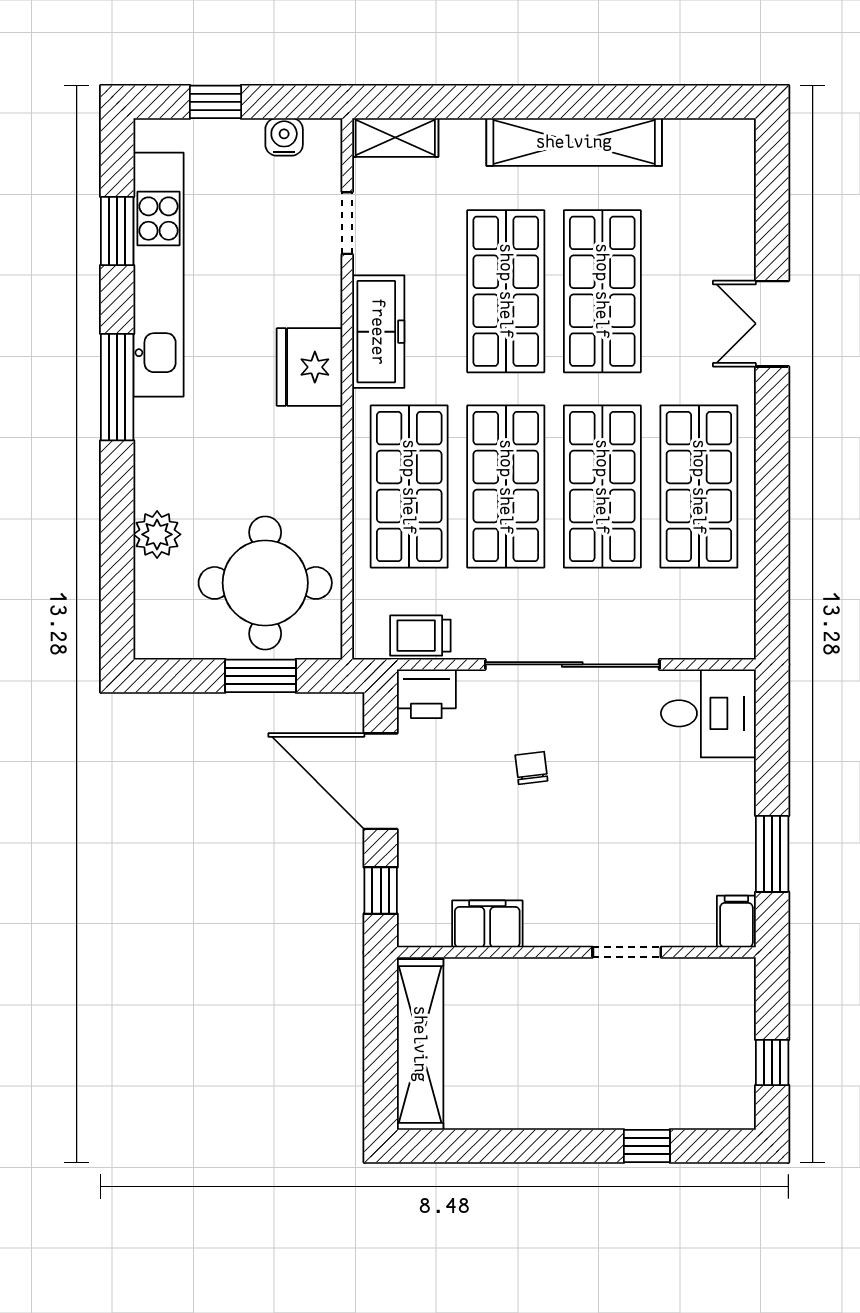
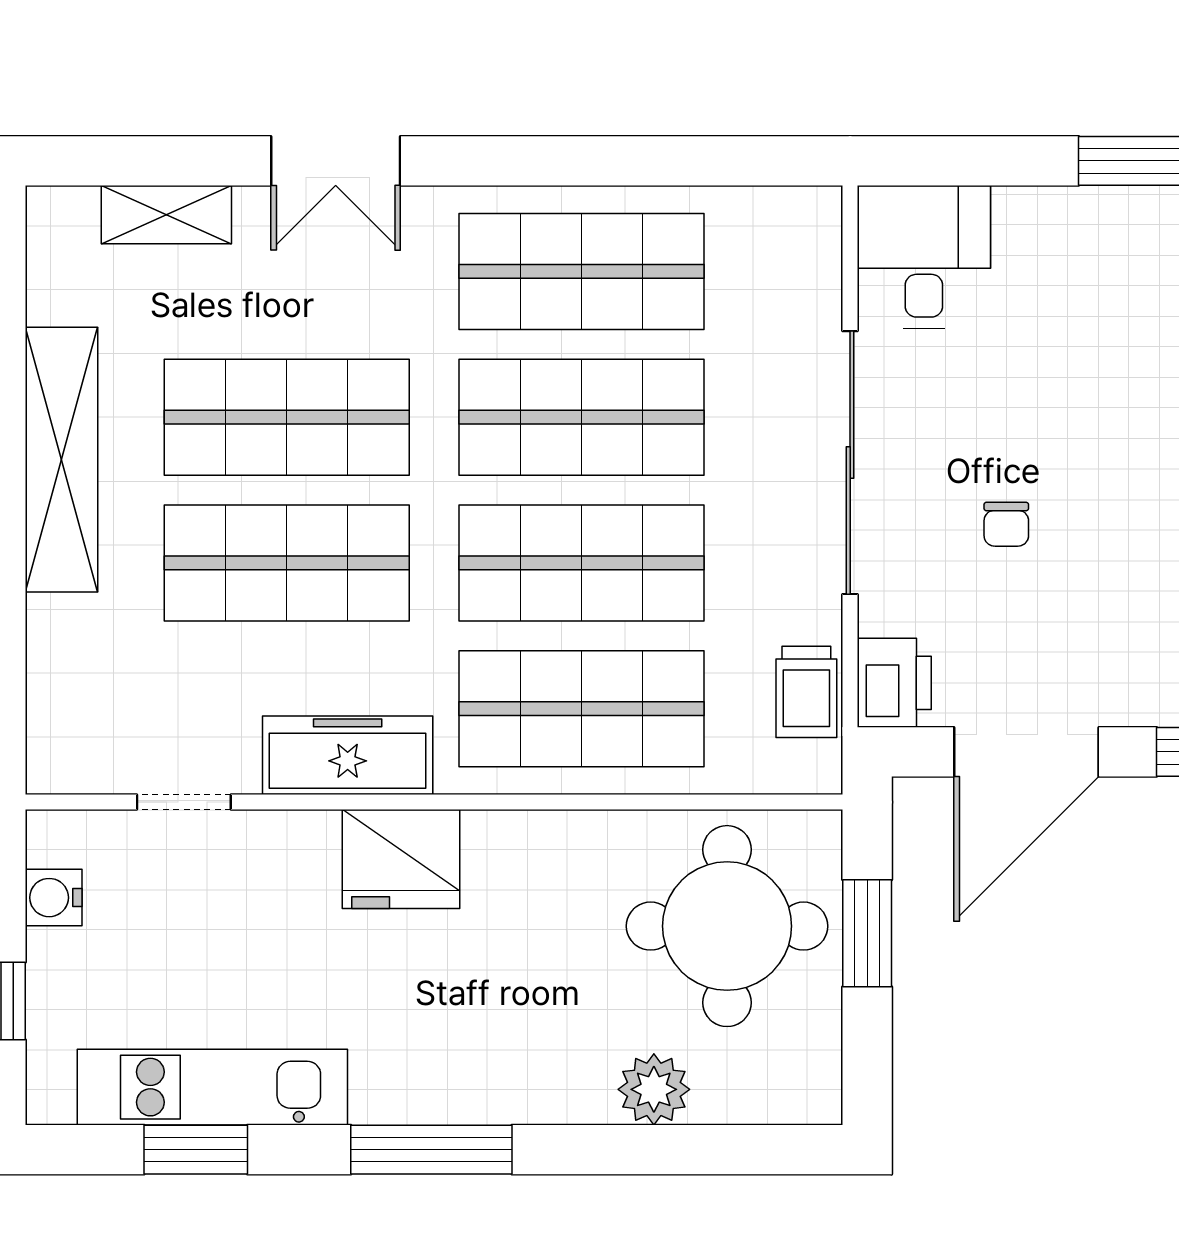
shelving: (395, 138) -> (166, 215), moved, turned 90
kitchen unit: (159, 275) -> (212, 1087), width x0.73
chair: (531, 768) -> (1006, 524), turned -83

